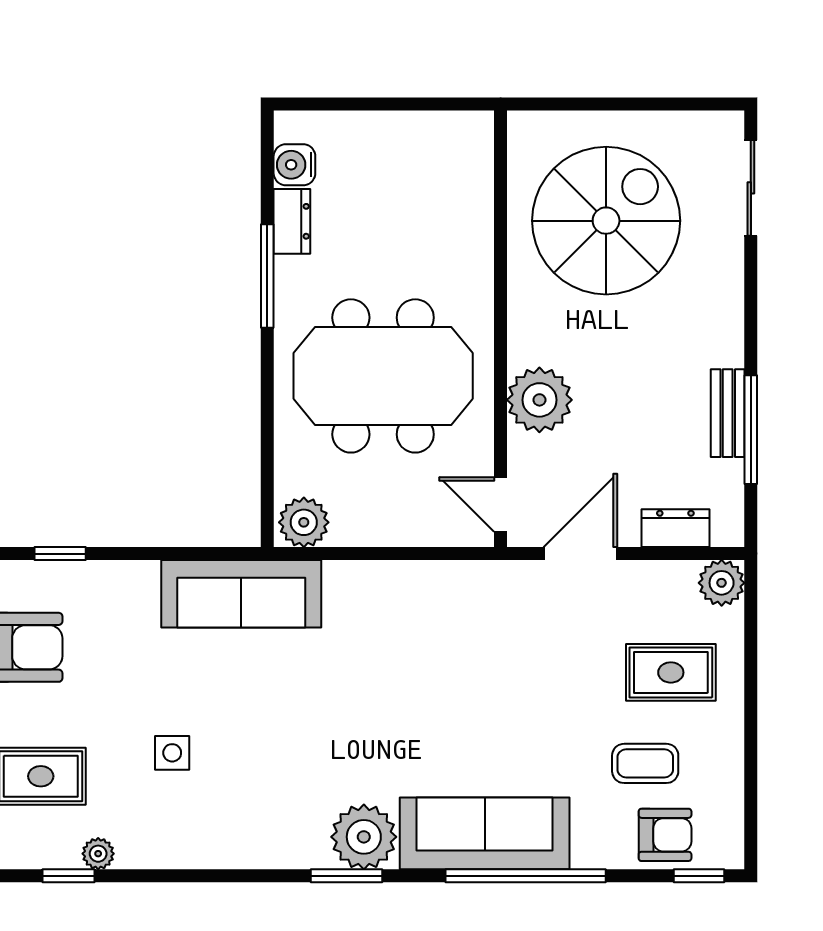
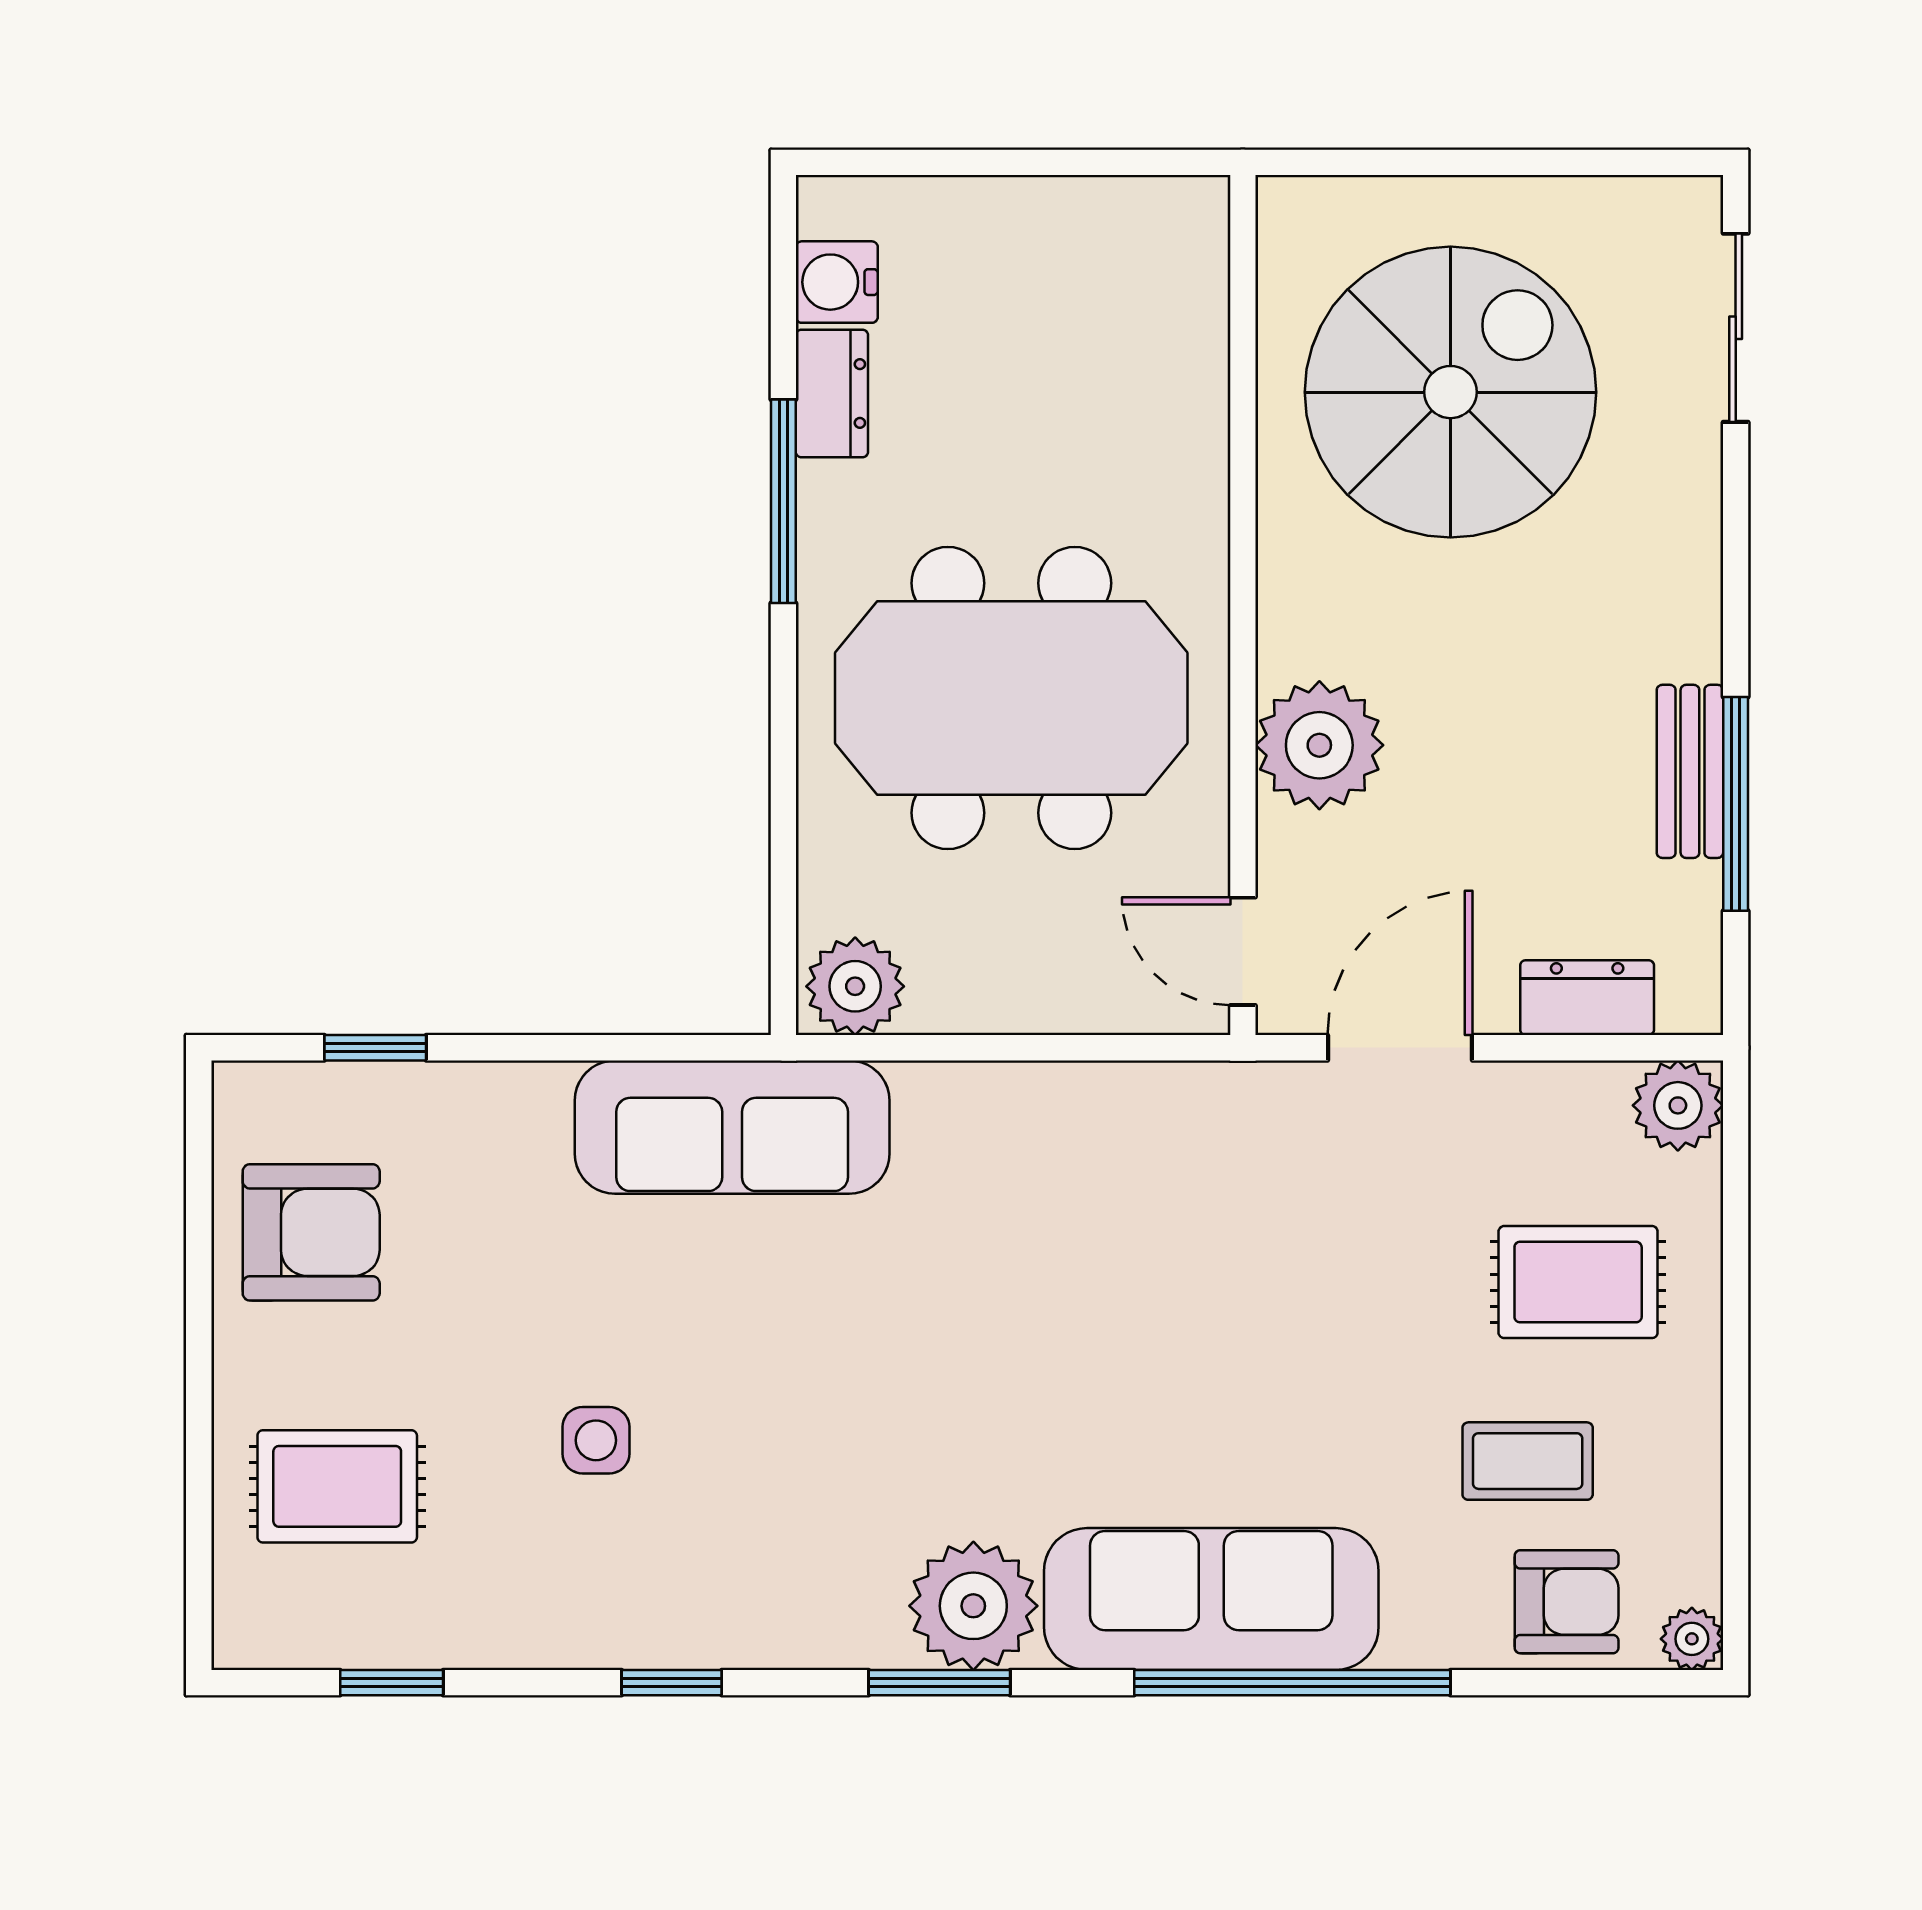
plant: (98, 854) -> (1692, 1639), moved
window: (699, 876) -> (672, 1683), moved

